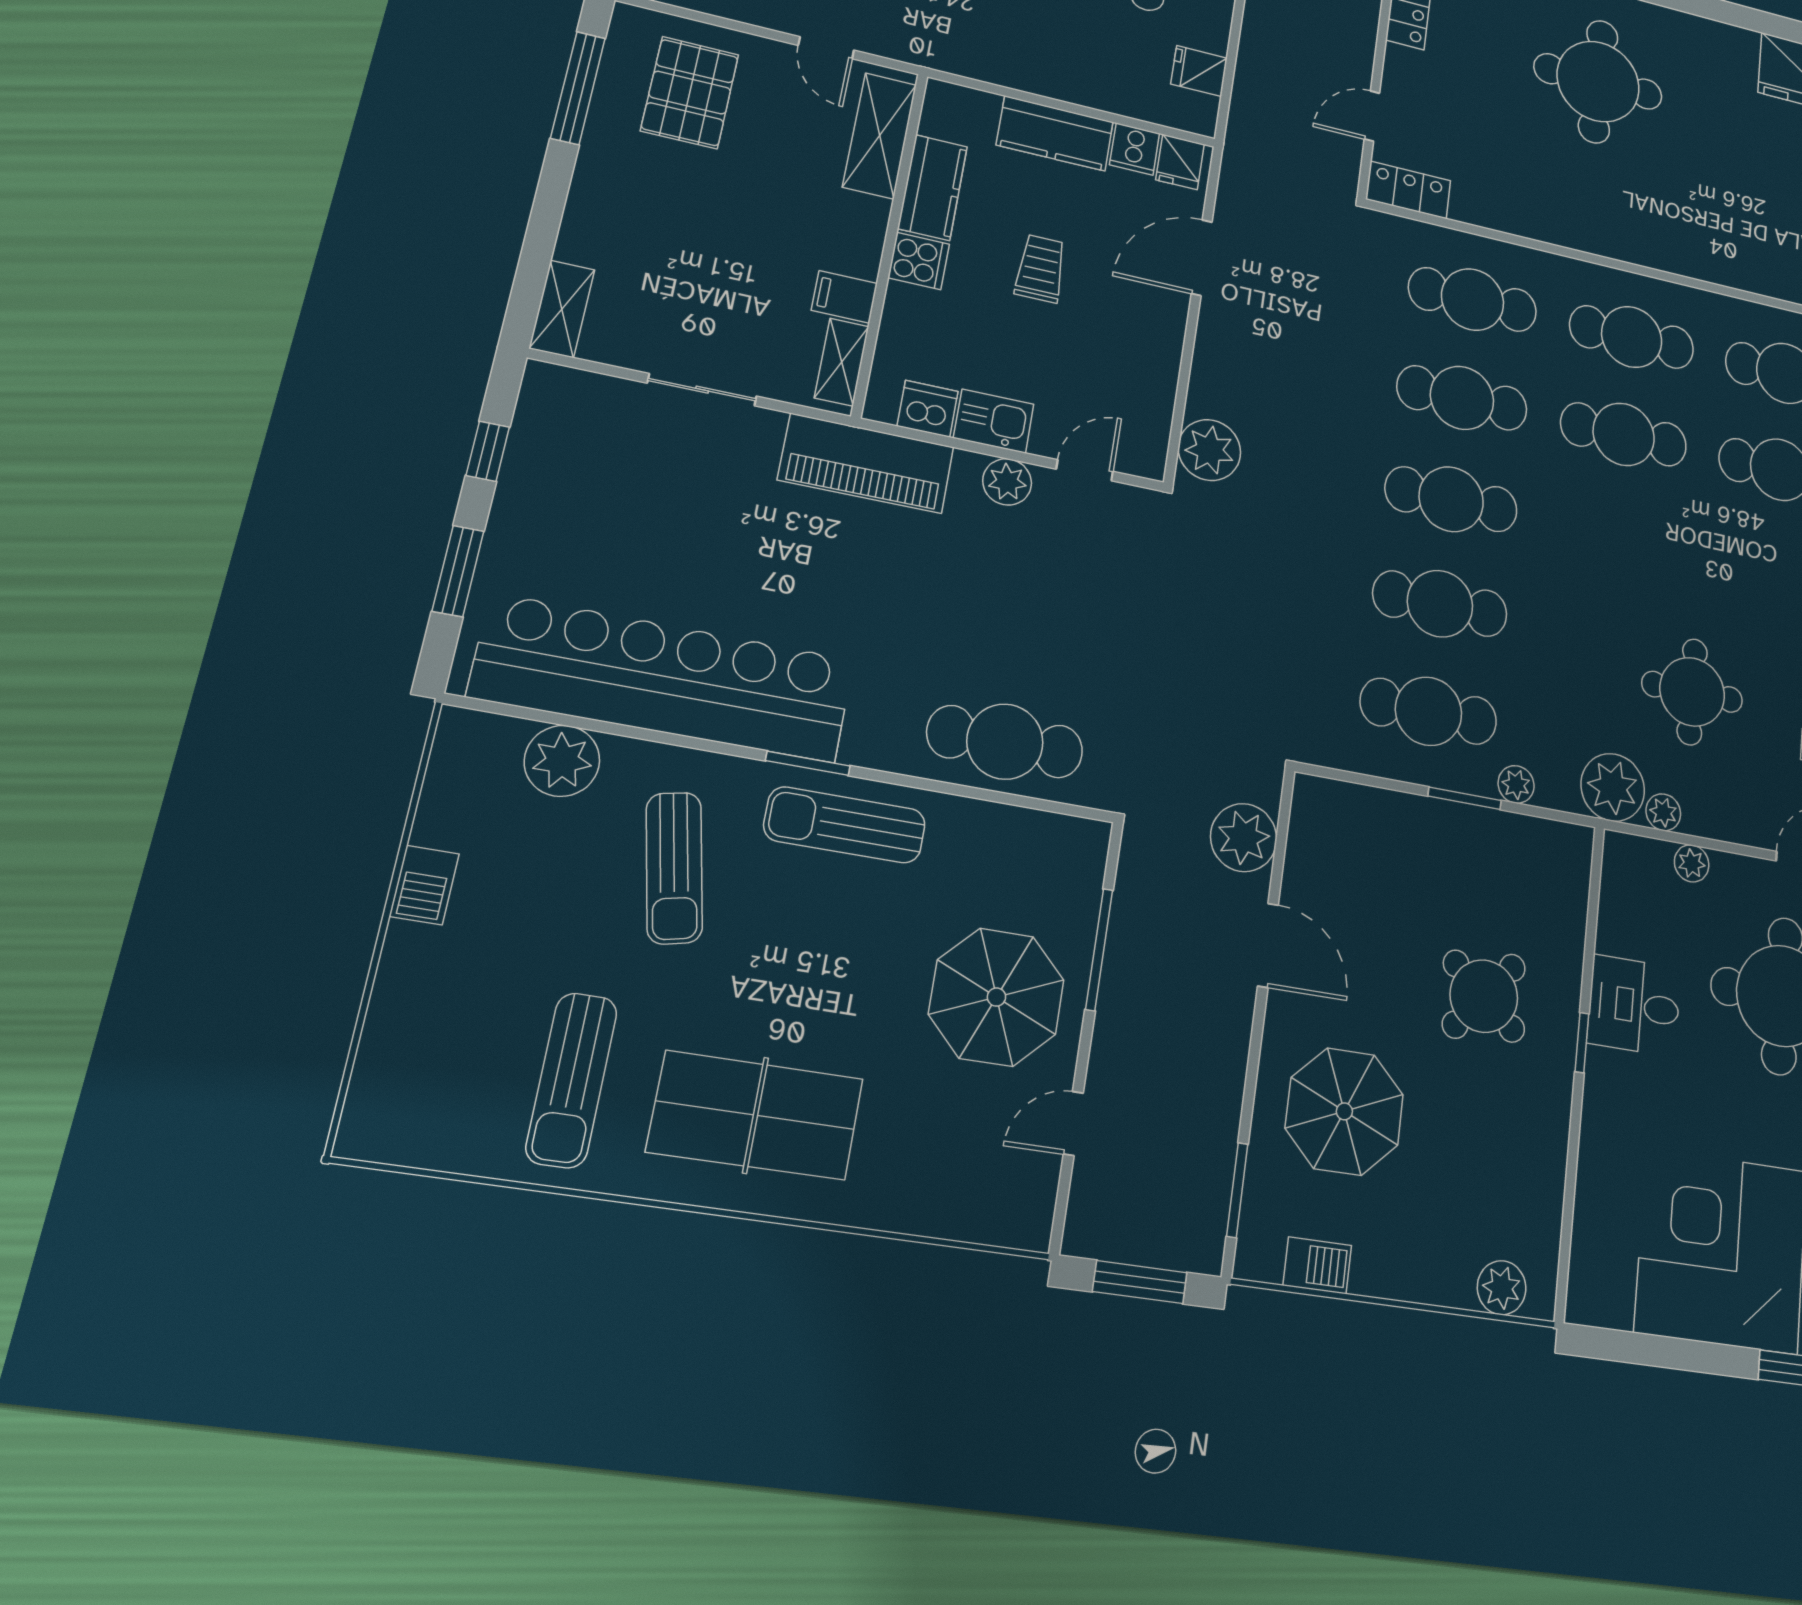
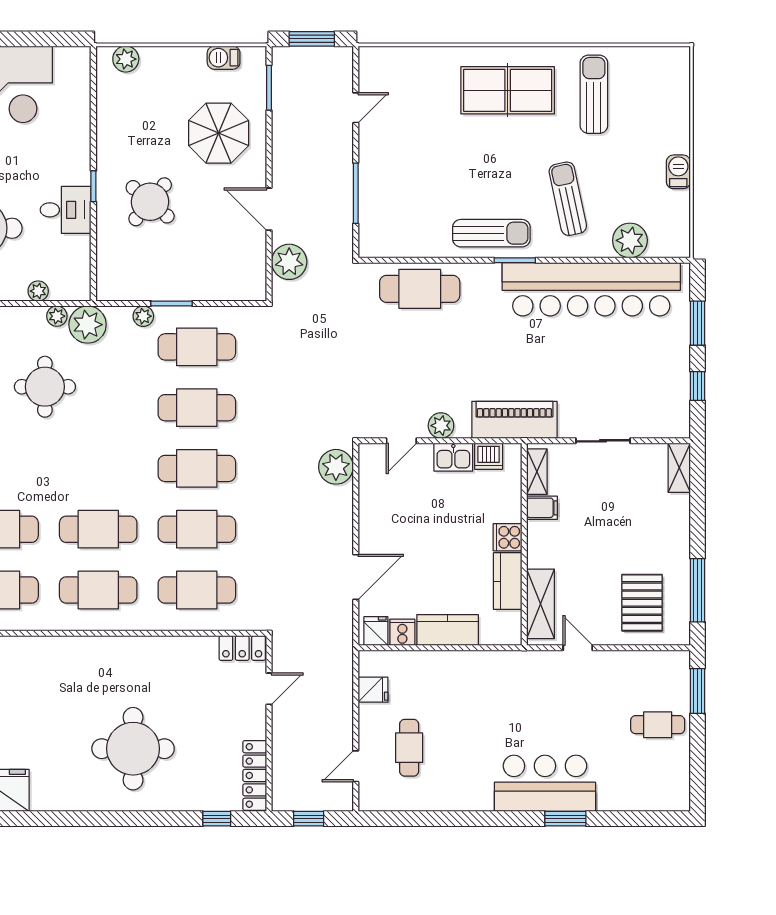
trolley: (1041, 269) -> (443, 549), removed
parasol: (996, 997) -> (403, 162), removed

